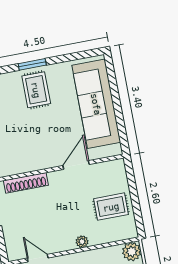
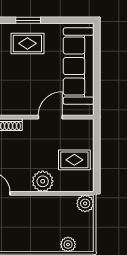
rug: (36, 90) -> (27, 43), turned 90
plant: (82, 242) -> (43, 181), width x1.87, depth x1.87

